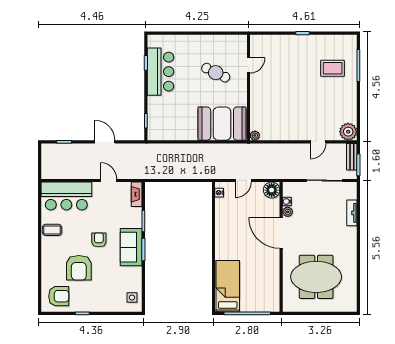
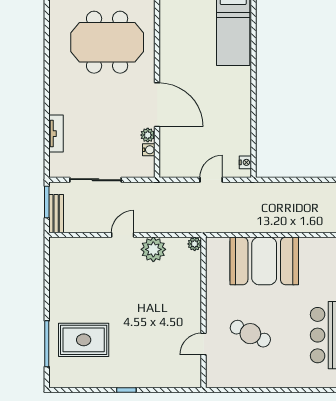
rug: (333, 68) -> (84, 340), width x1.36, depth x1.43
booth: (222, 124) -> (264, 261), moved
plant: (348, 132) -> (153, 249), moved
door: (318, 142) -> (123, 235), moved
floor lamp: (272, 190) -> (171, 166), removed

